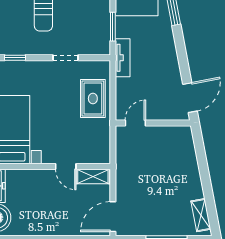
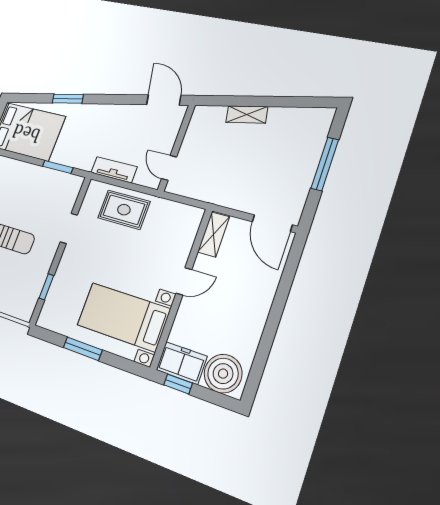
tv unit: (123, 58) -> (114, 170), moved
door: (66, 166) -> (184, 281), moved
shelving: (201, 215) -> (247, 114), moved

